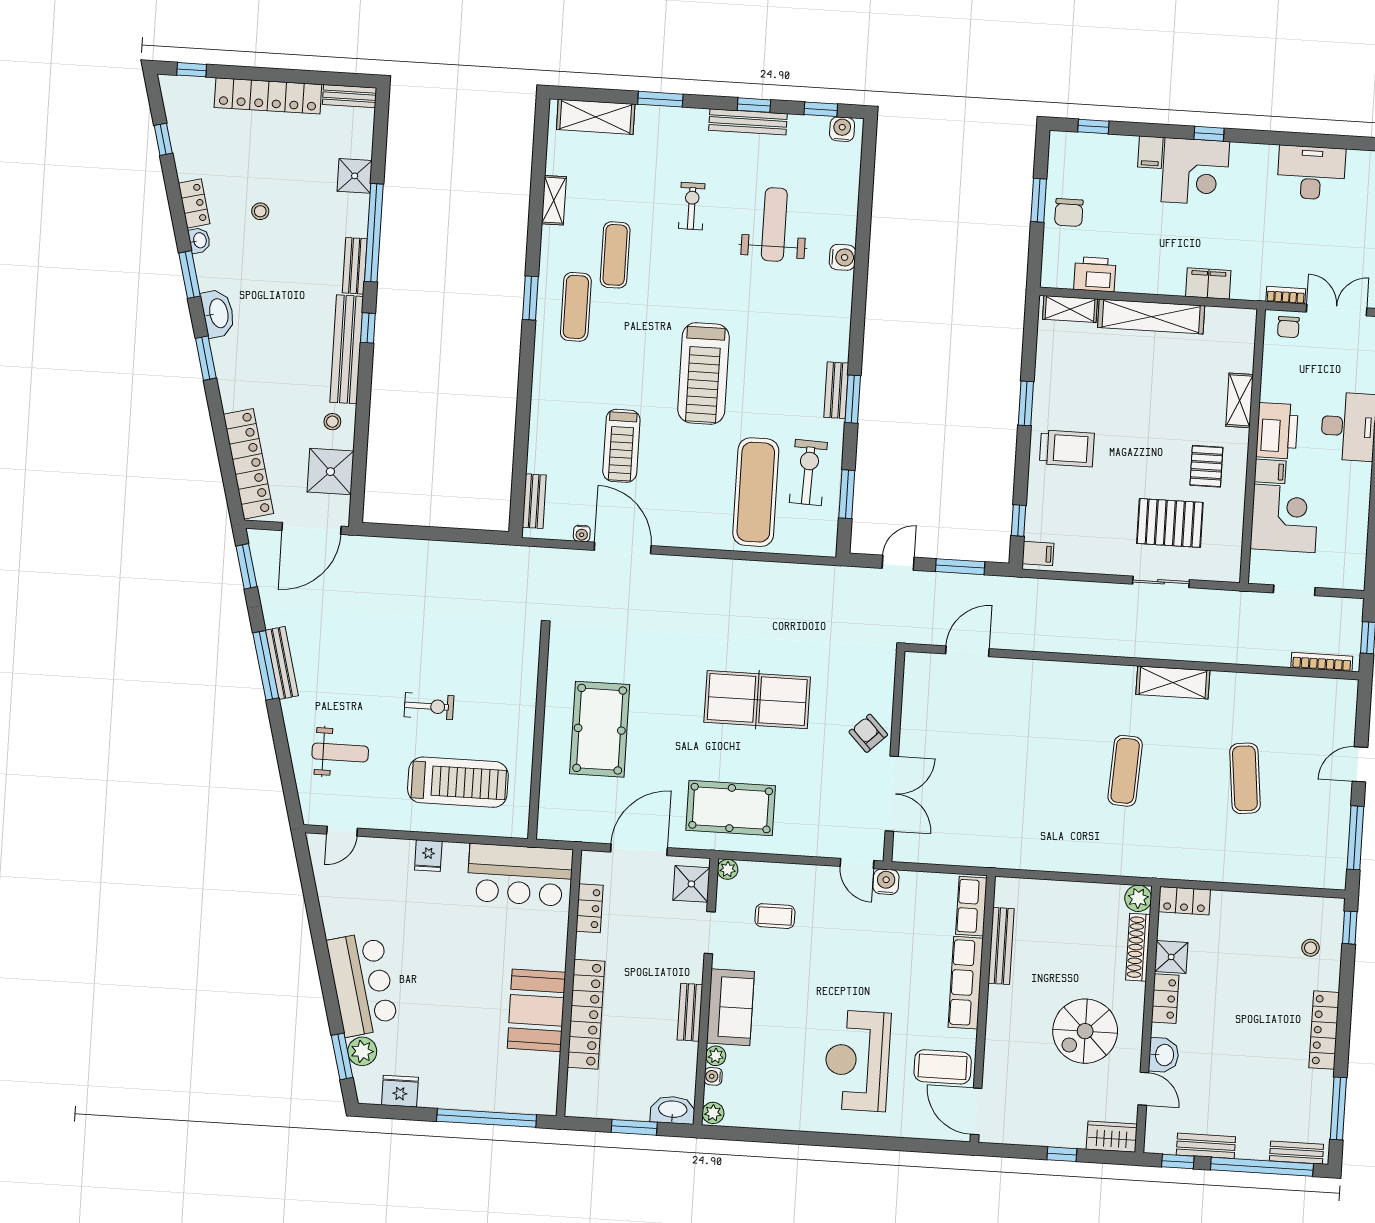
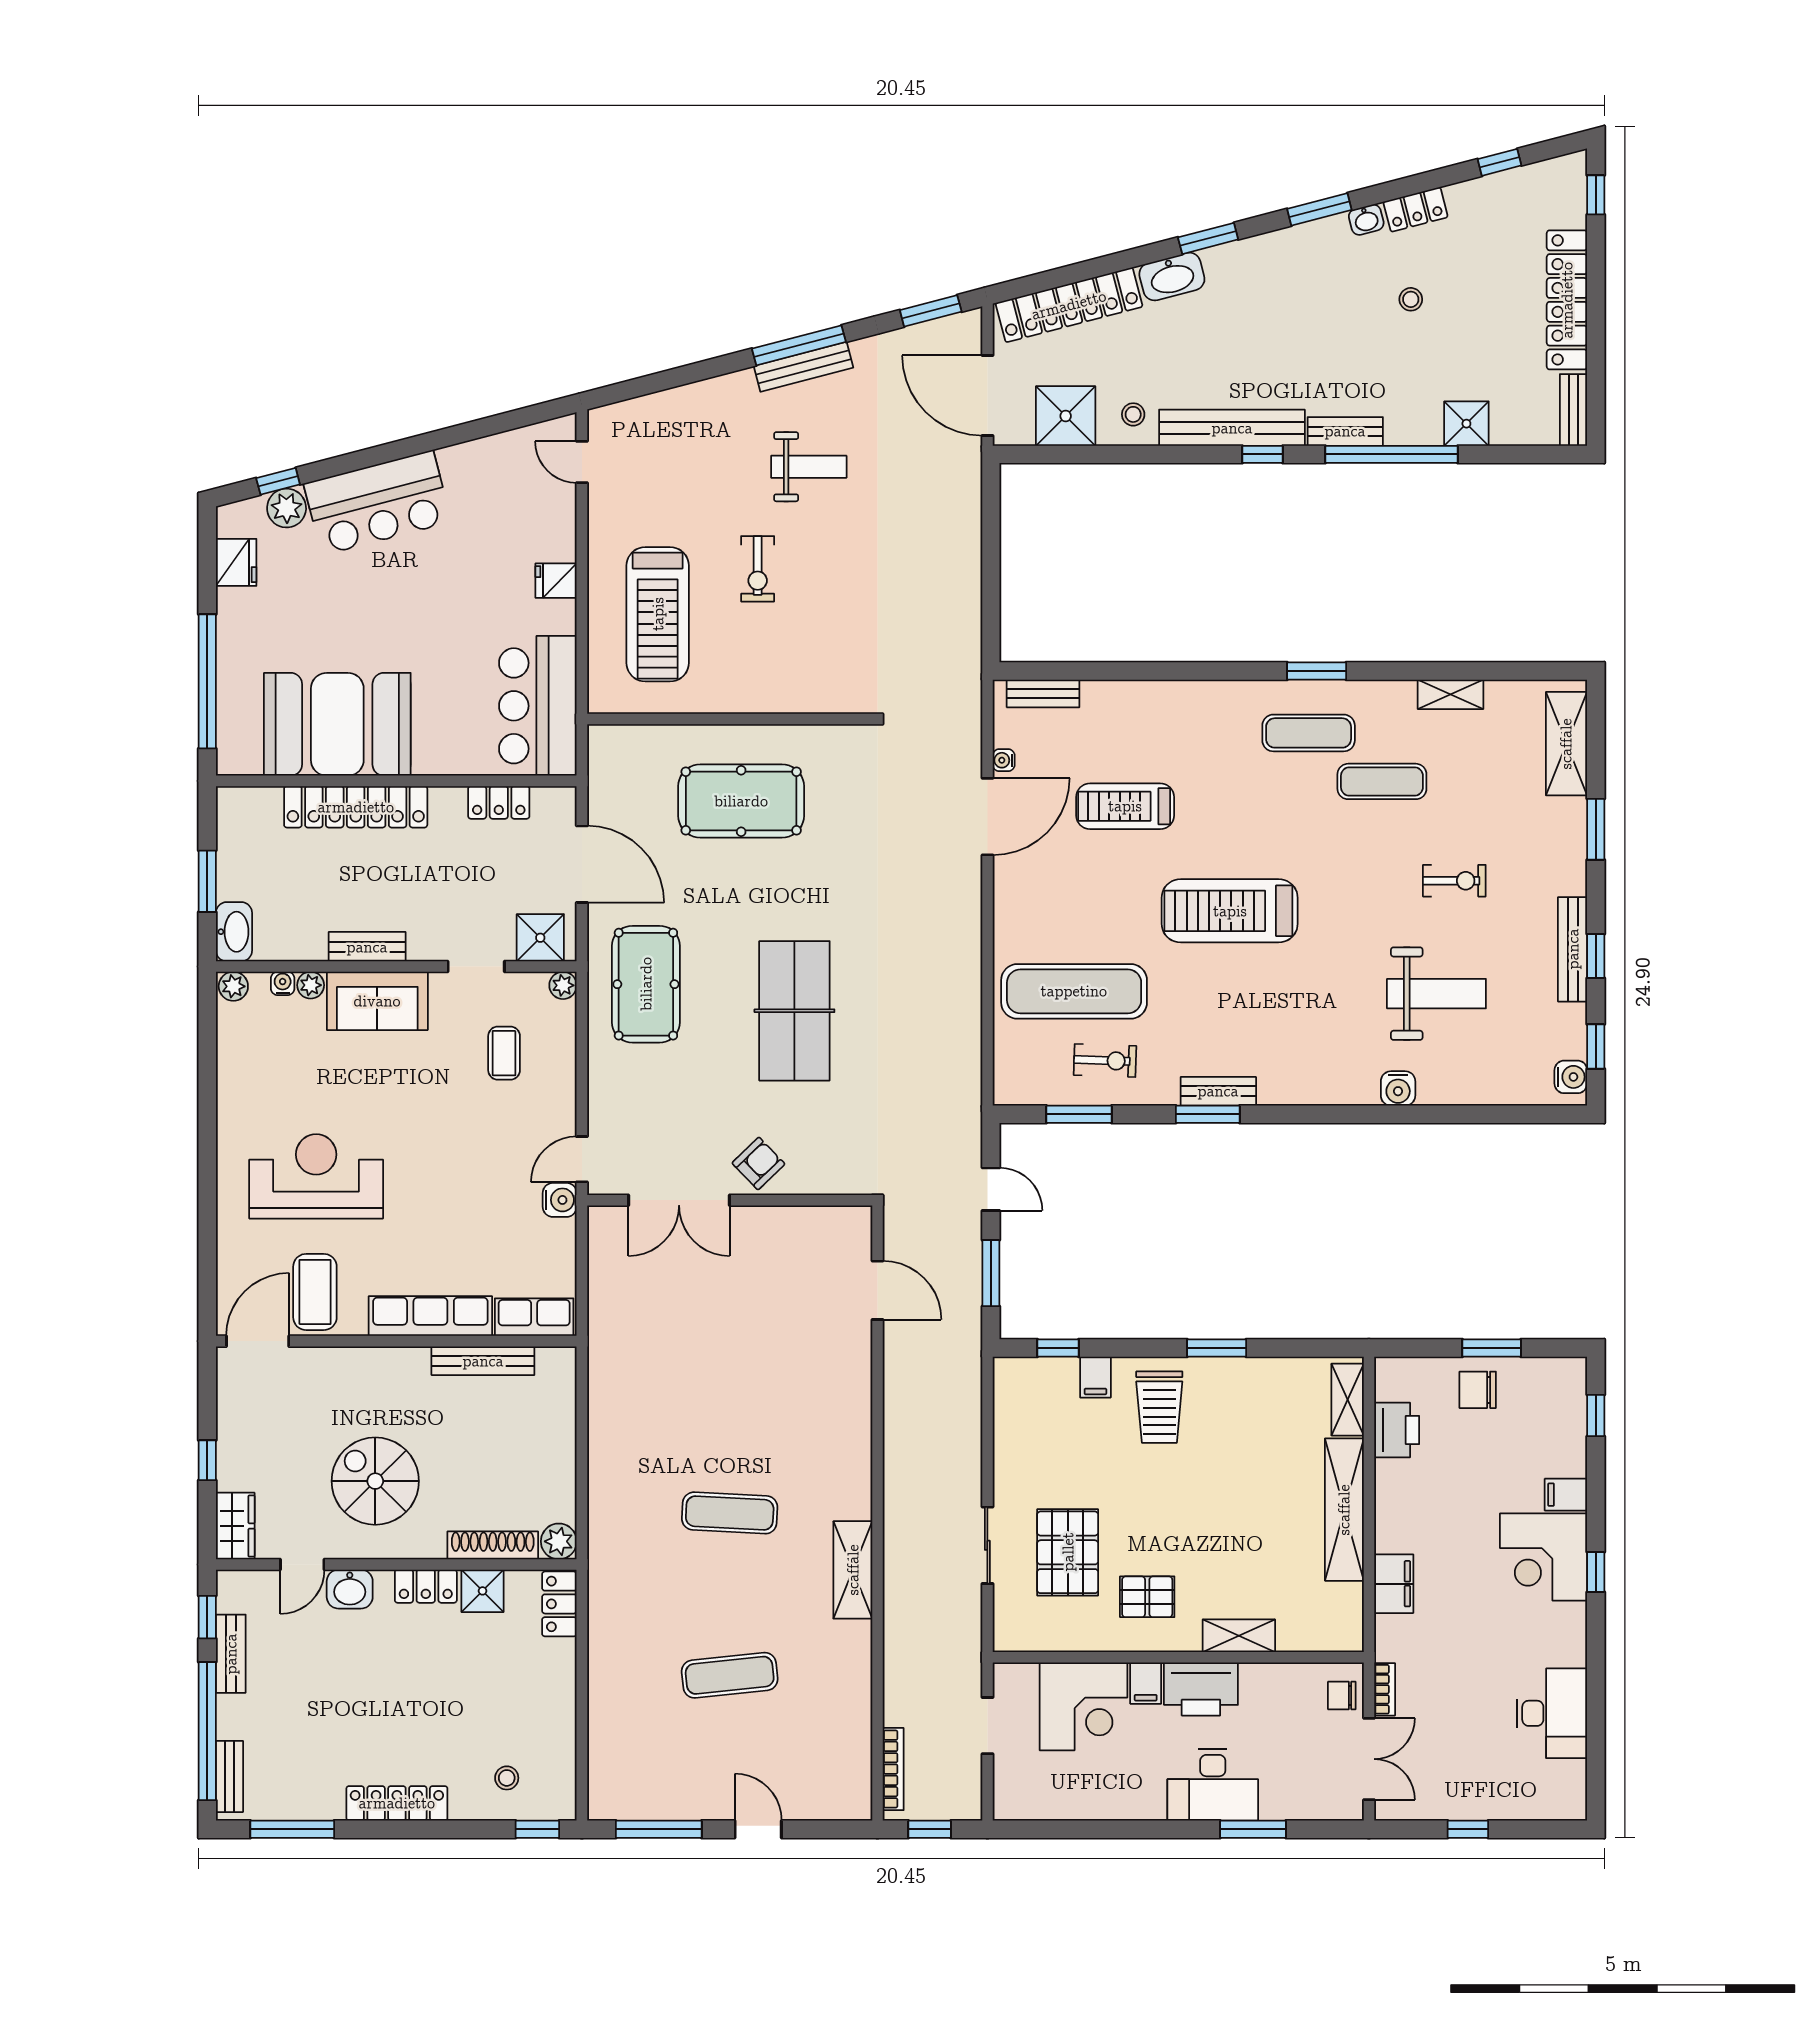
washbasin: (218, 313) -> (1172, 277), moved
exercise bike: (808, 472) -> (1105, 1061), width x0.73, depth x0.72
filing cabinet: (1038, 554) -> (1095, 1377), moved
weight bench: (340, 752) -> (809, 467), moved, turned -90
booth: (536, 1010) -> (337, 724), width x1.36, depth x1.42
window: (342, 1056) -> (278, 481), width x0.67

